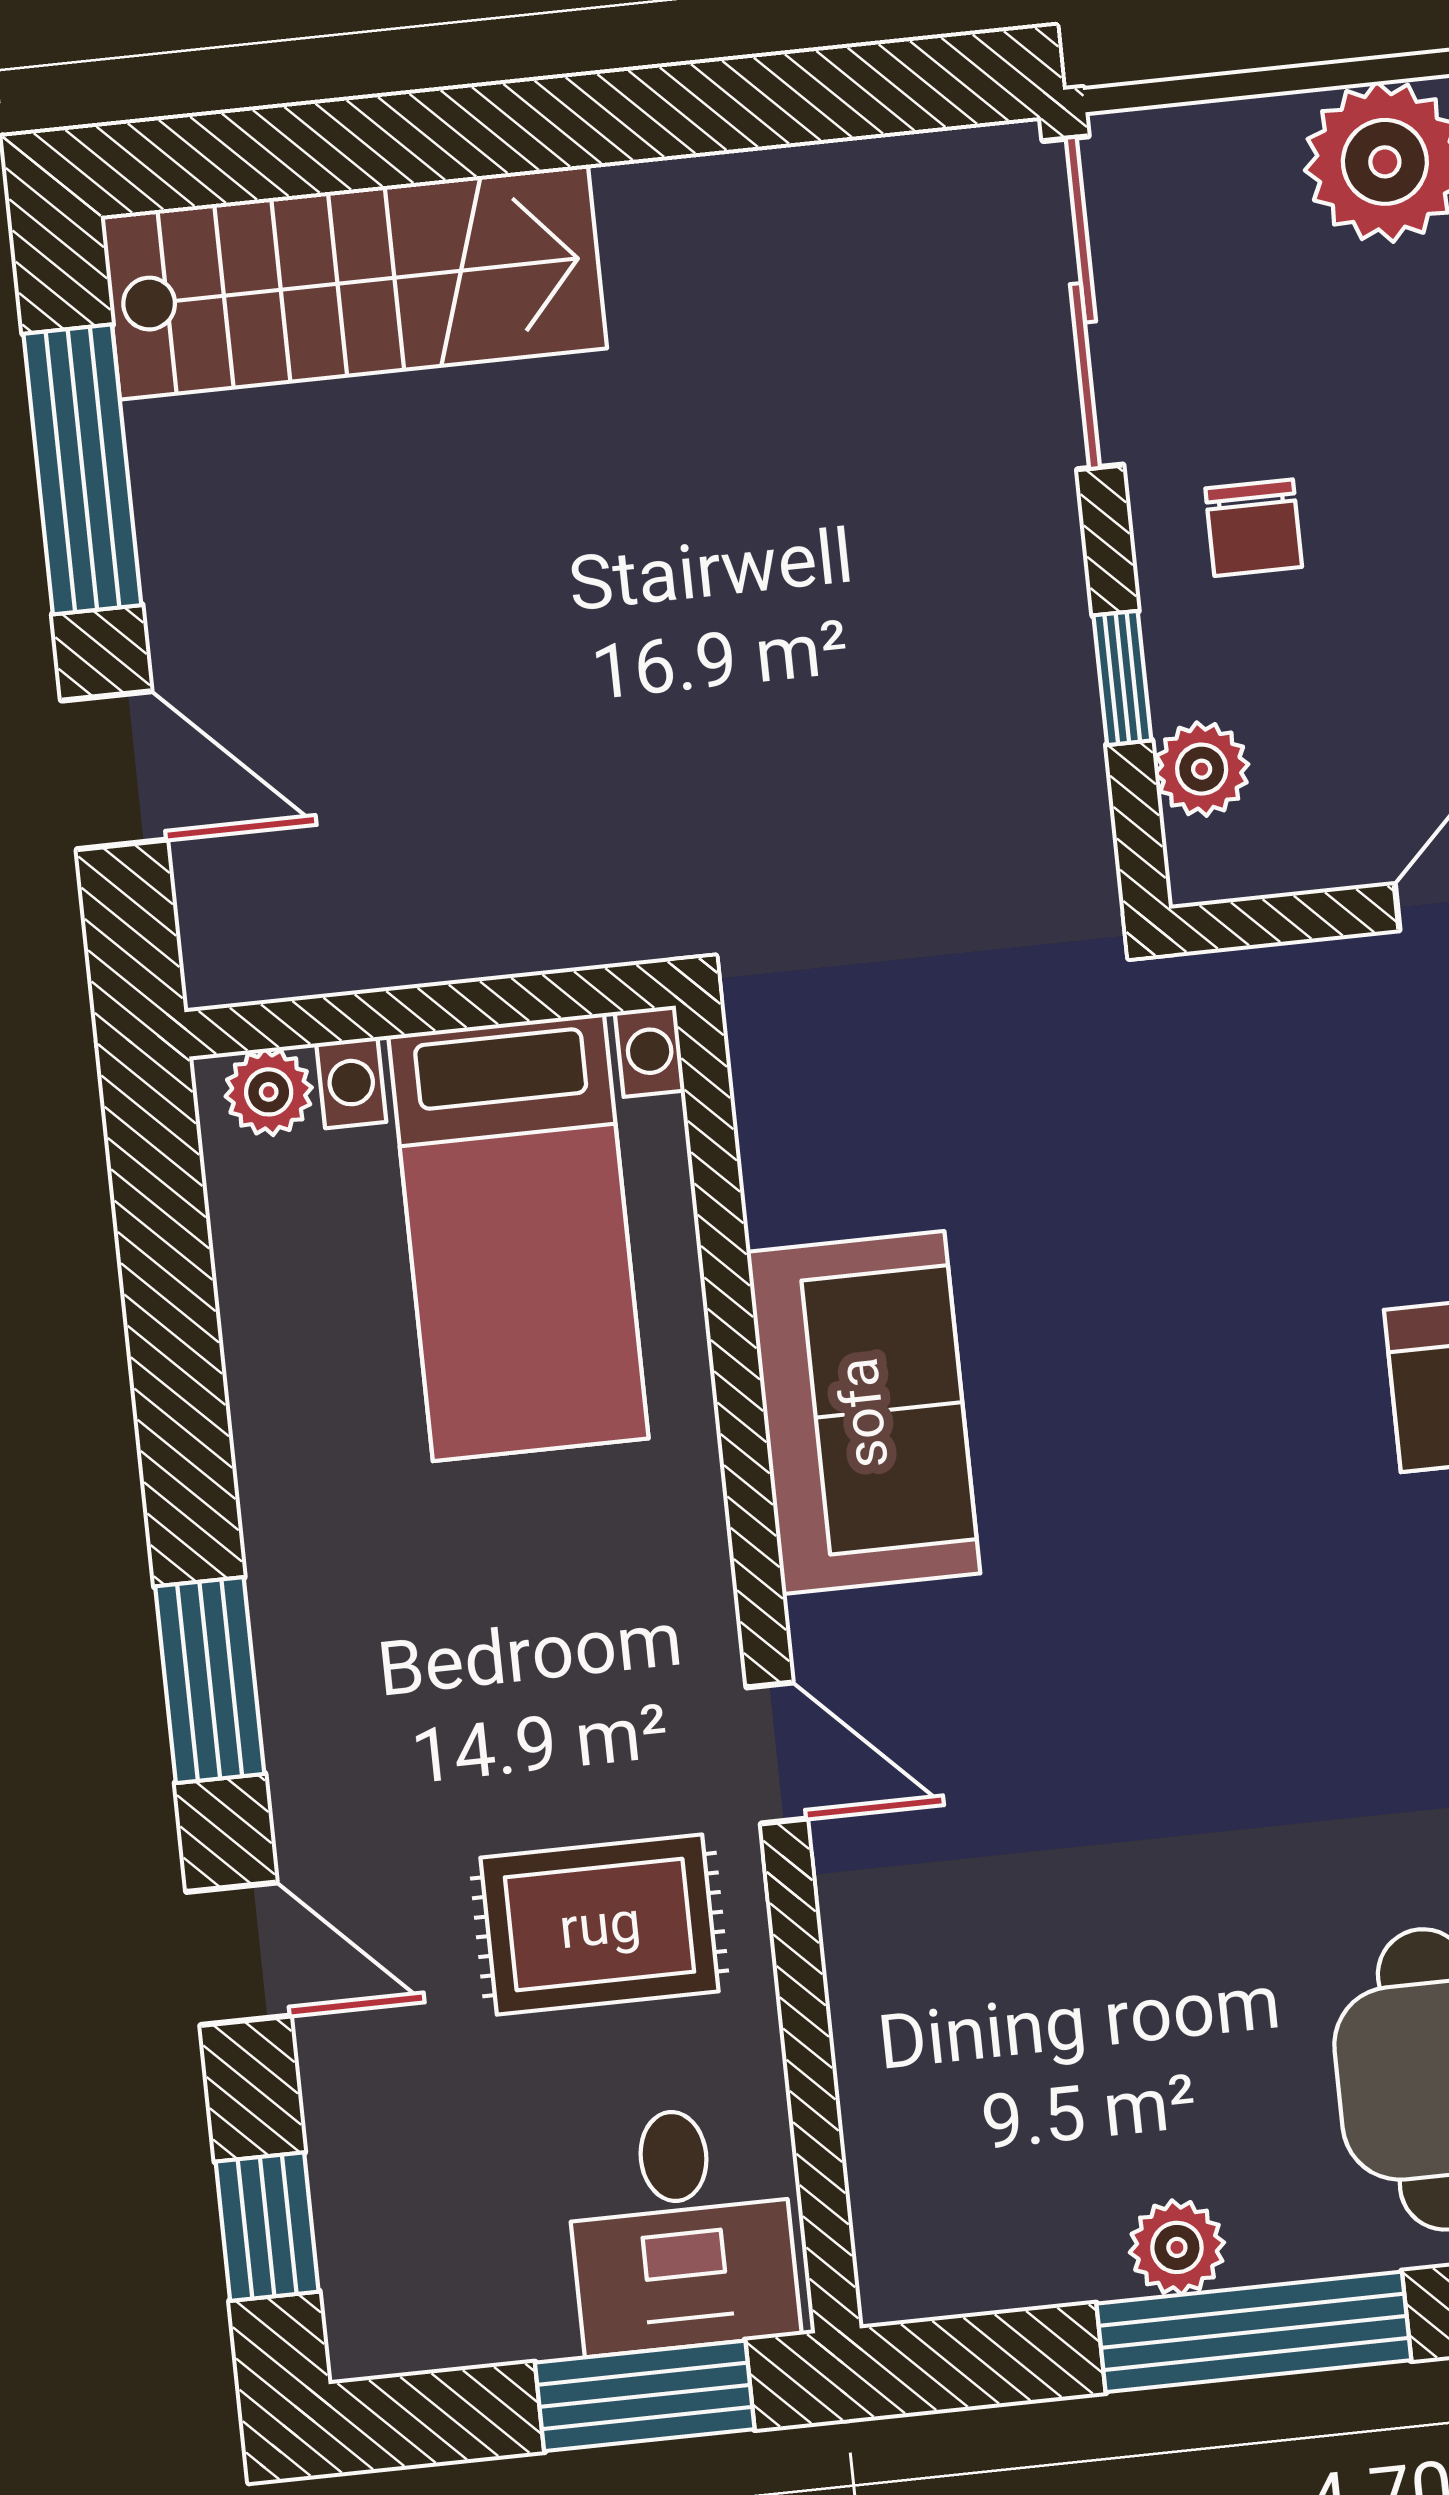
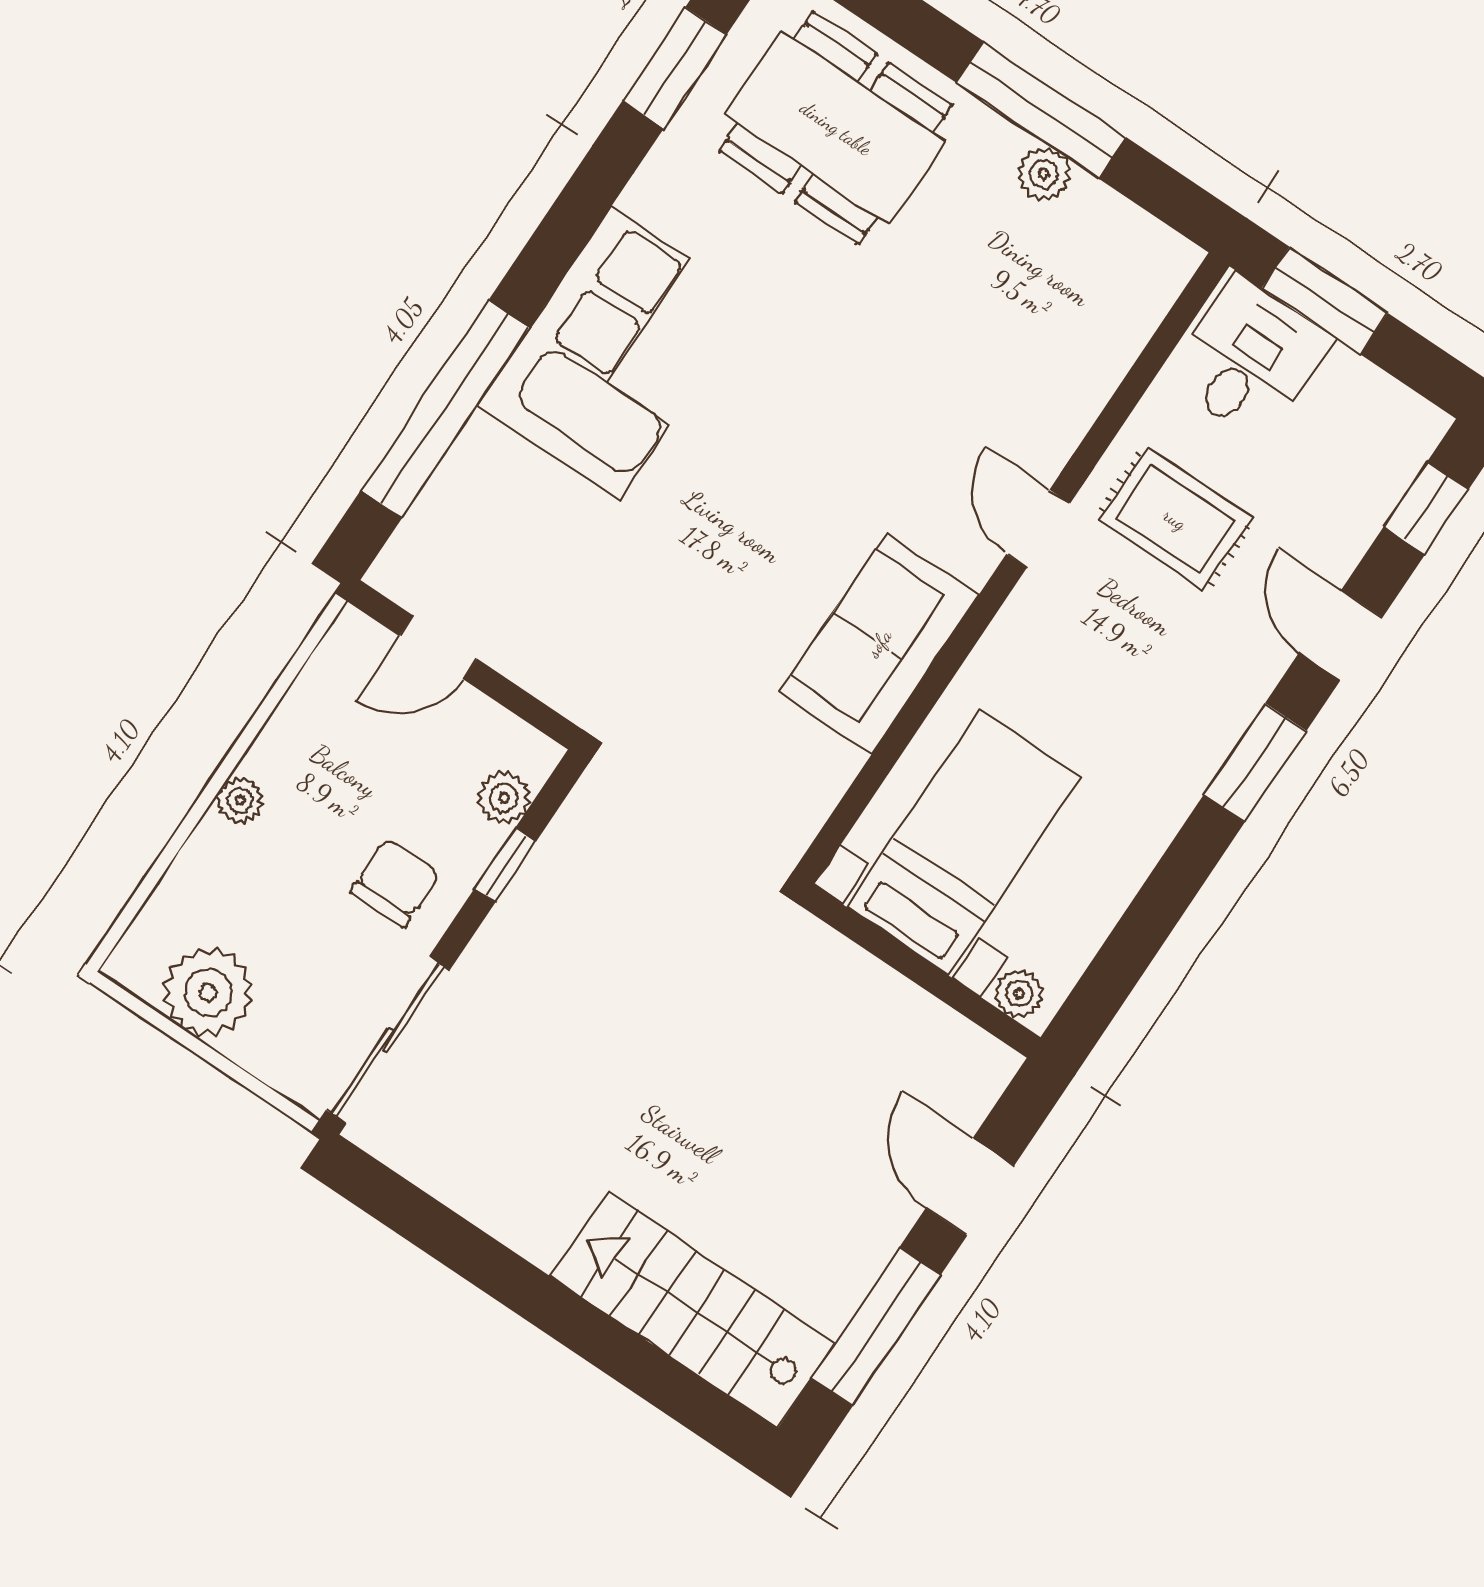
chair: (1254, 528) -> (395, 883), width x1.37, depth x1.37

